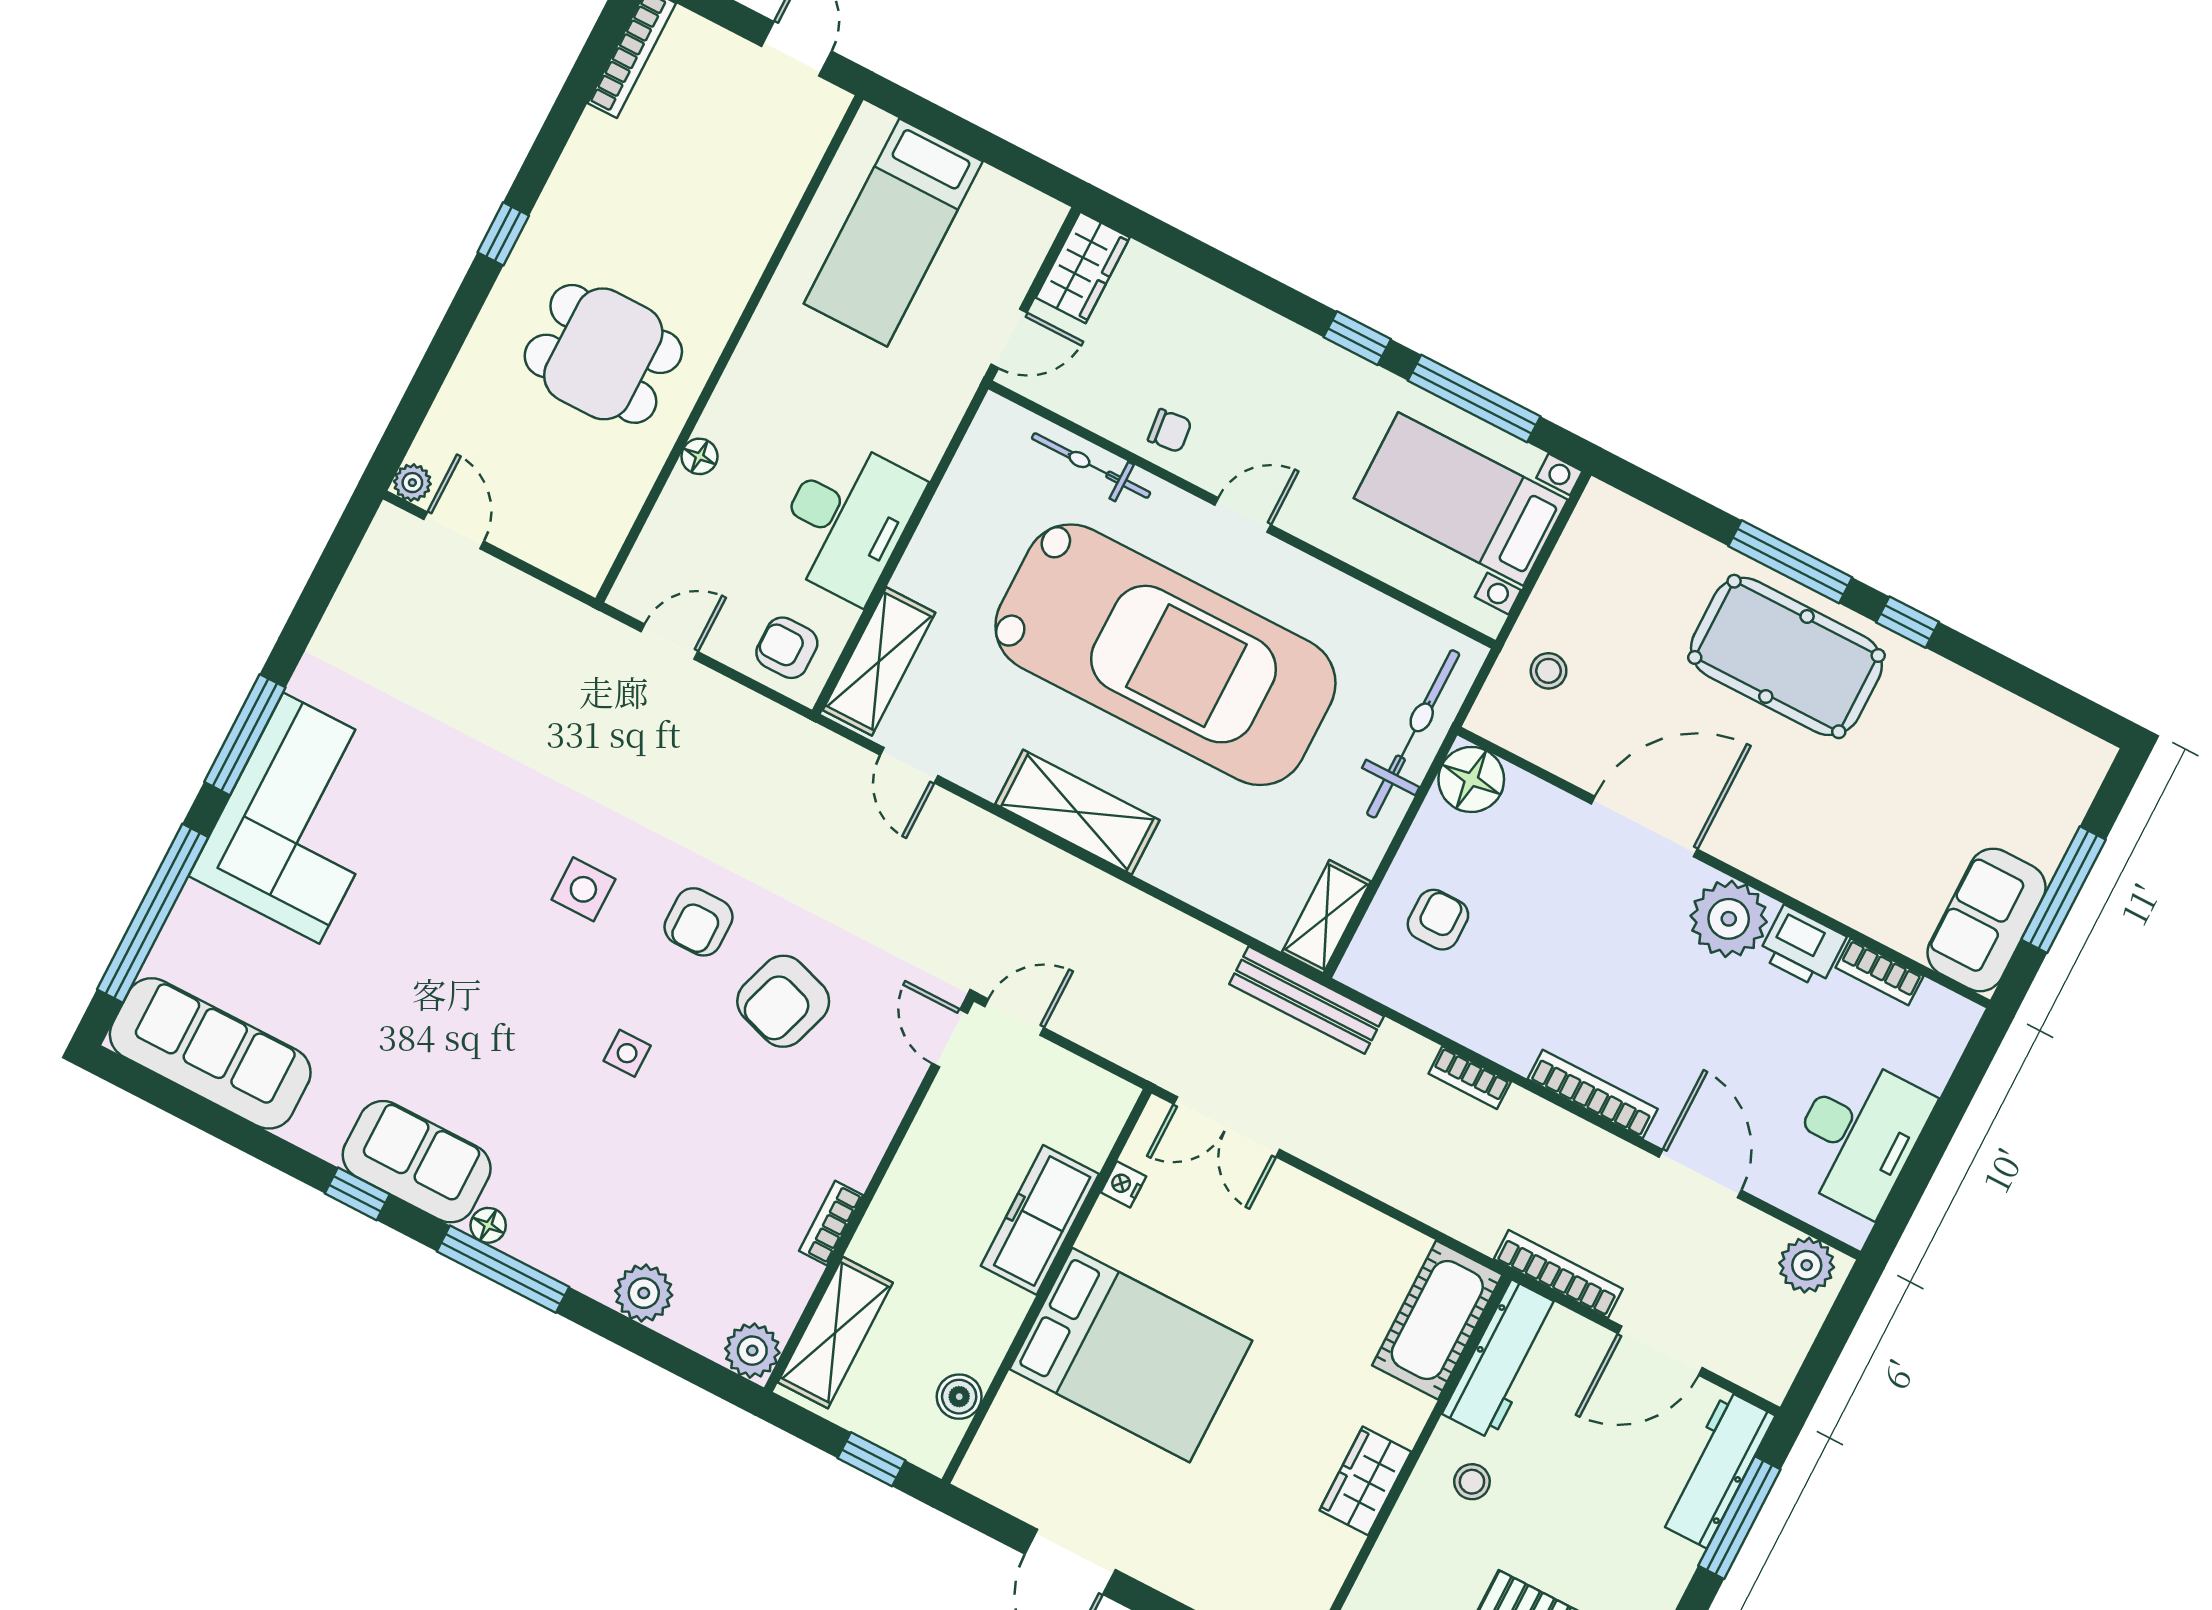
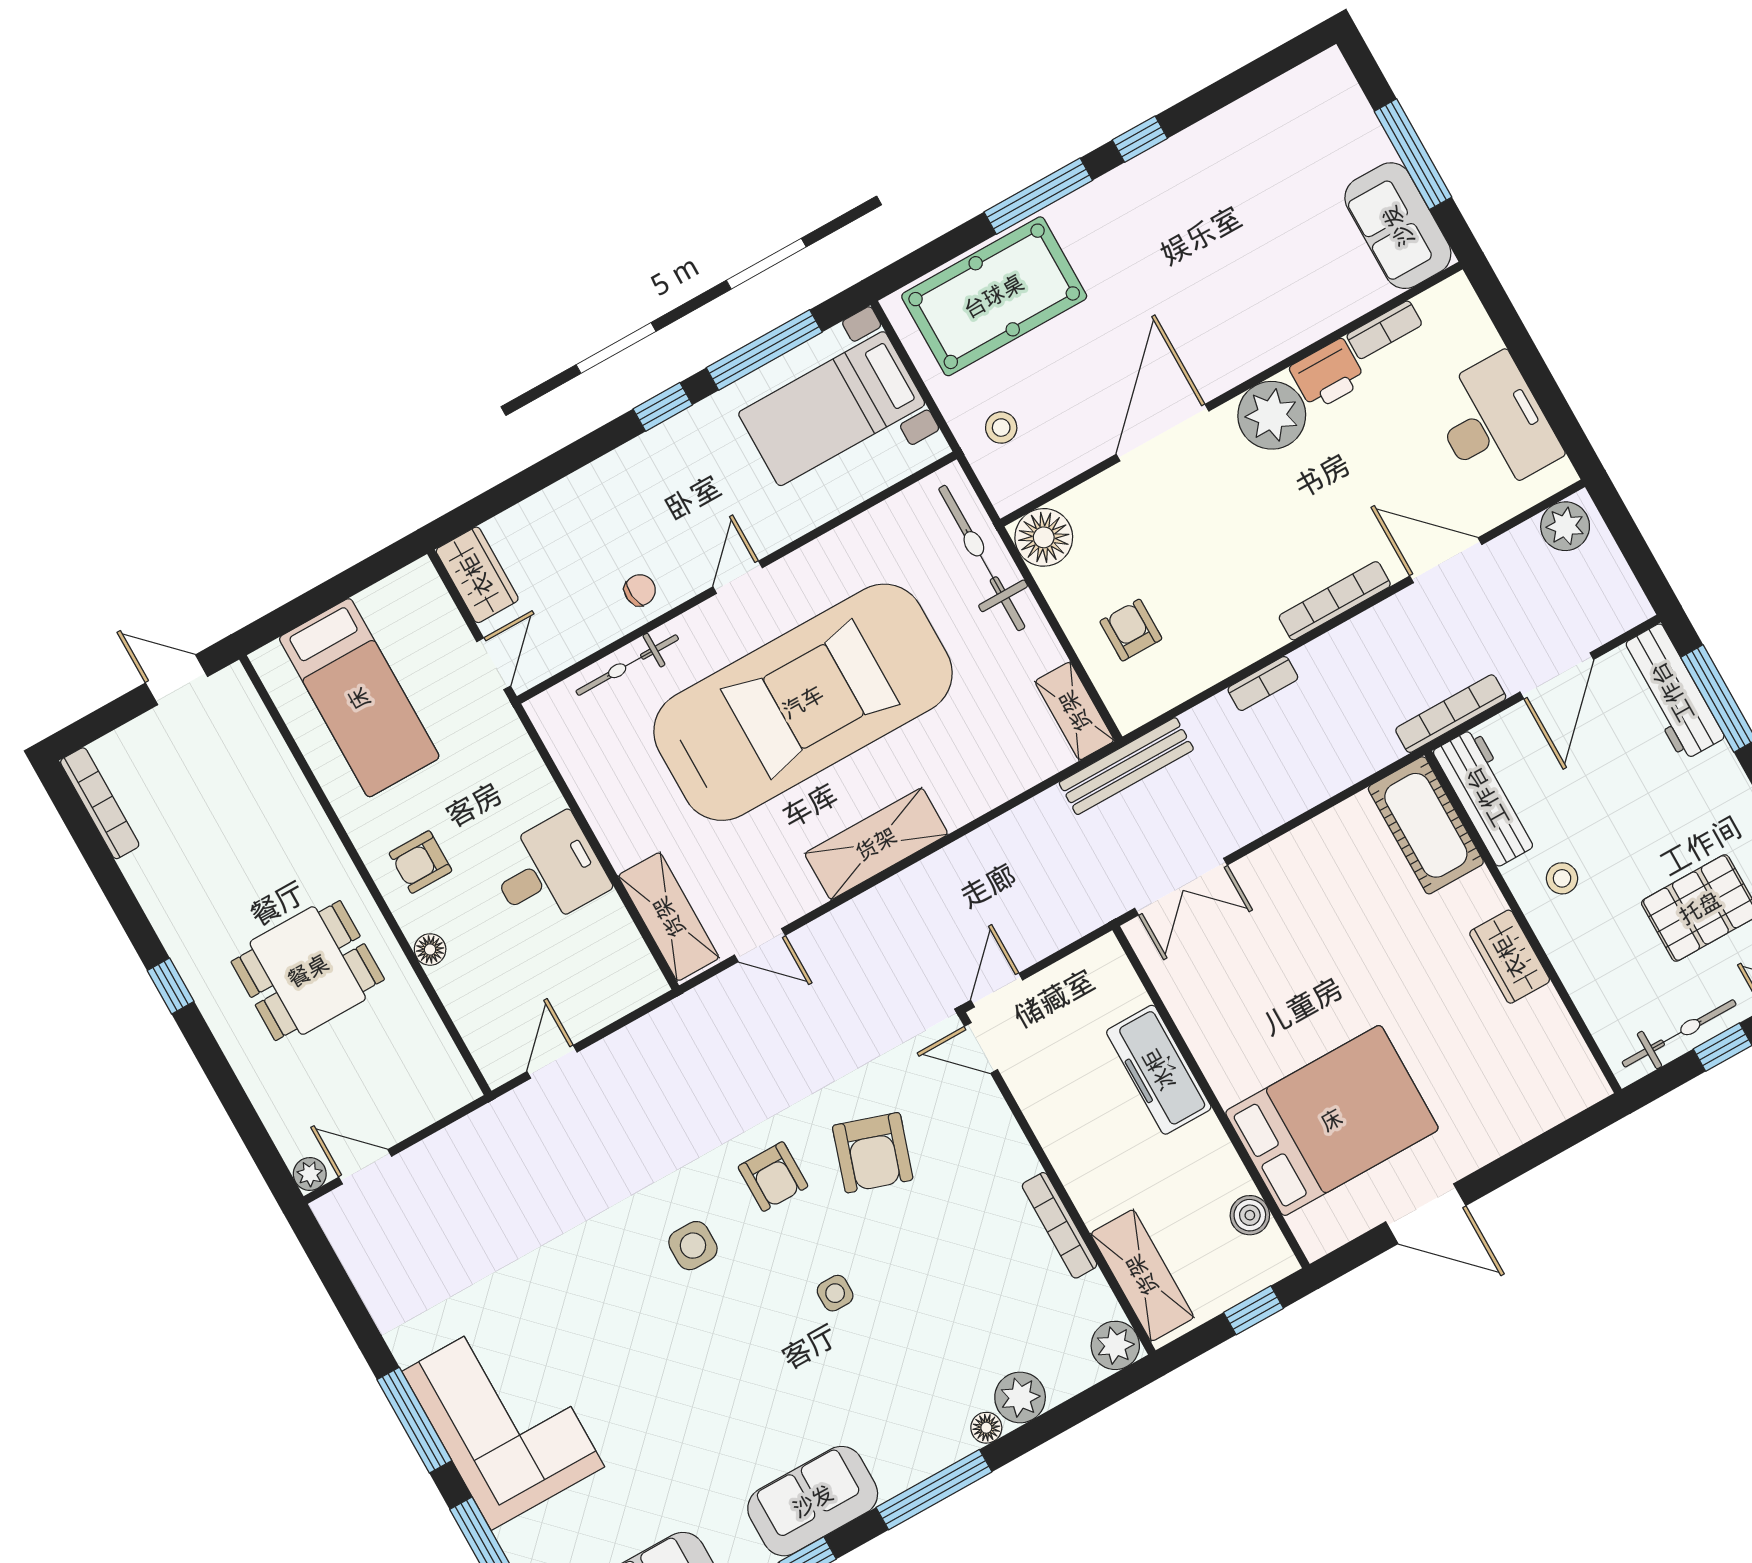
desk: (847, 520) -> (549, 872), width x0.73
armchair: (787, 648) -> (420, 862), moved
pool table: (1786, 656) -> (994, 296), moved
nightstand: (1123, 1184) -> (1173, 991), removed
bookcase: (831, 1223) -> (1060, 1225), width x1.56
floor lamp: (488, 1225) -> (986, 1428), moved
bed: (1131, 1355) -> (1332, 1120), moved

